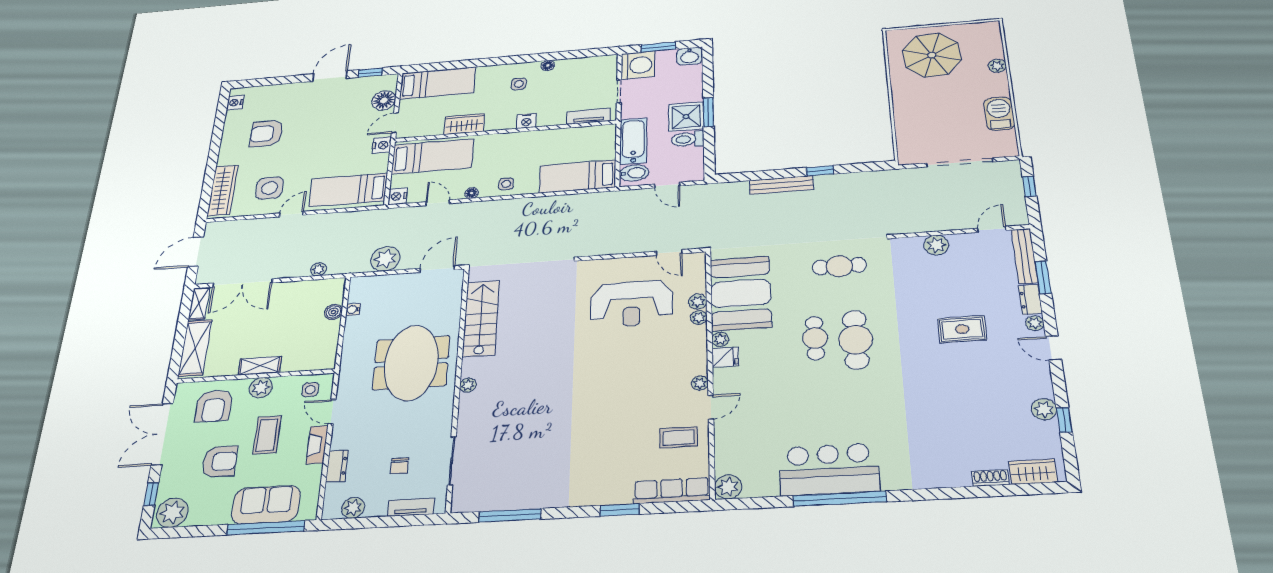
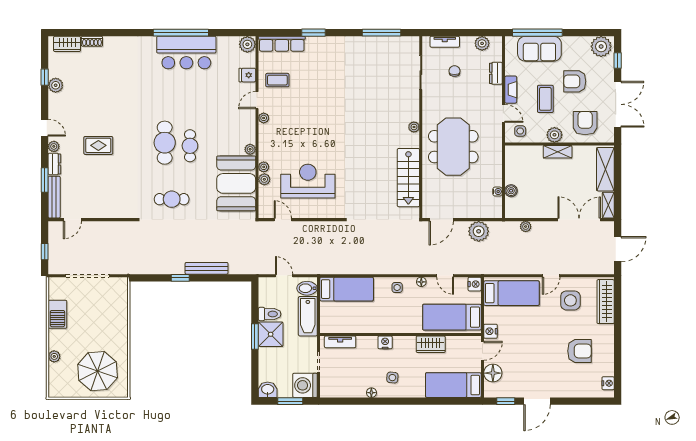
plant: (936, 245) -> (109, 210), removed
fridge: (725, 357) -> (247, 75), moved

